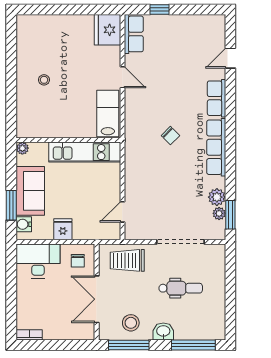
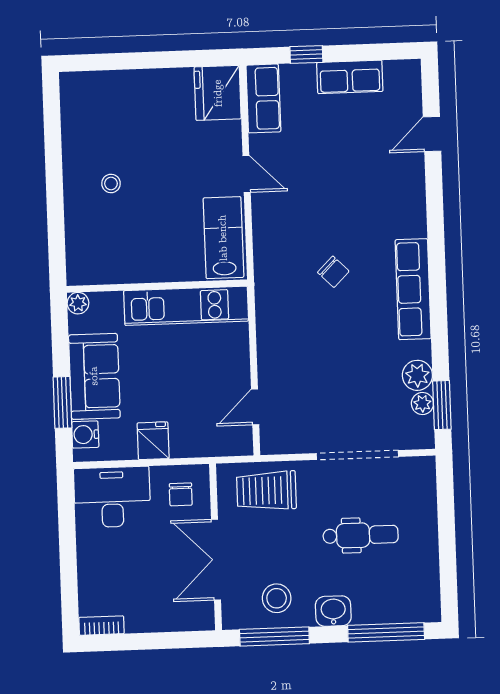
row of seats: (217, 98) -> (350, 77), moved, turned -90

